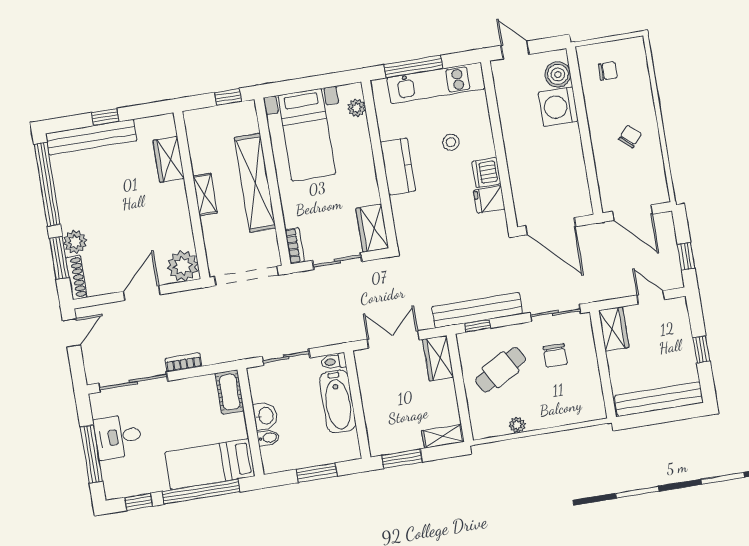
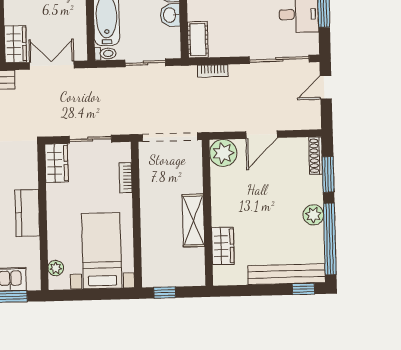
window: (105, 117) -> (303, 289), moved
shelving: (255, 183) -> (152, 216), removed
shelving: (205, 194) -> (193, 220), width x1.50, depth x1.33
plant: (75, 242) -> (313, 215), moved
bookcase: (295, 246) -> (126, 178), moved
door: (71, 333) -> (326, 87), moved
double door: (393, 340) -> (52, 65), swing flipped
bookcase: (183, 362) -> (213, 71), moved

